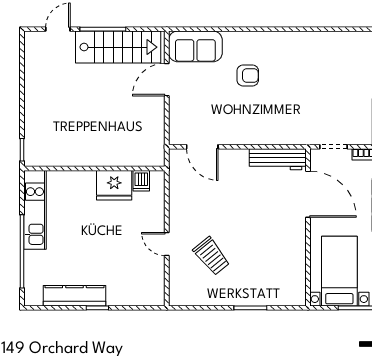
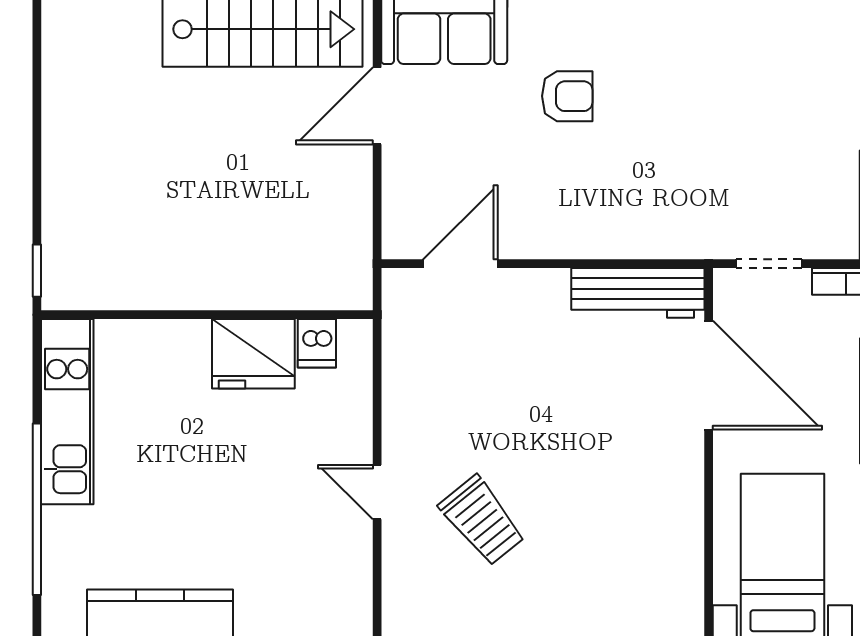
door: (202, 147) -> (460, 264), swing flipped

